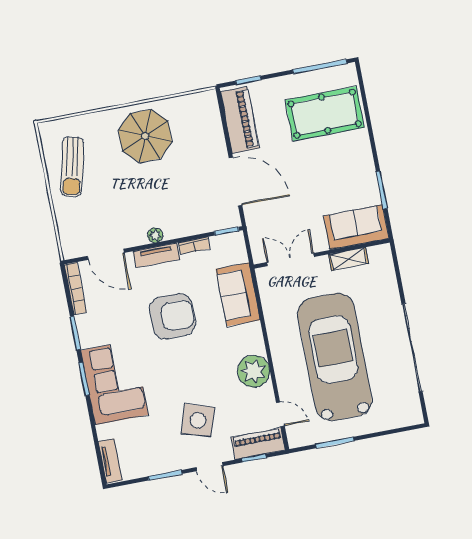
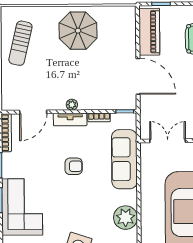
door: (106, 254) -> (33, 112), hinge flipped
sofa: (238, 294) -> (124, 159), width x1.36
armchair: (173, 316) -> (74, 166), width x0.53, depth x0.53

